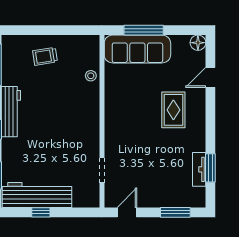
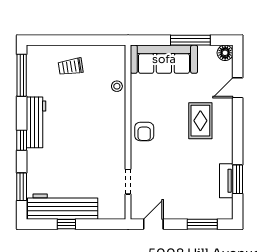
window: (144, 30) -> (190, 40), moved
armchair: (118, 121) -> (144, 131), added

